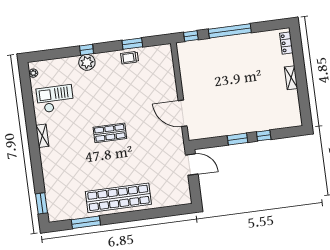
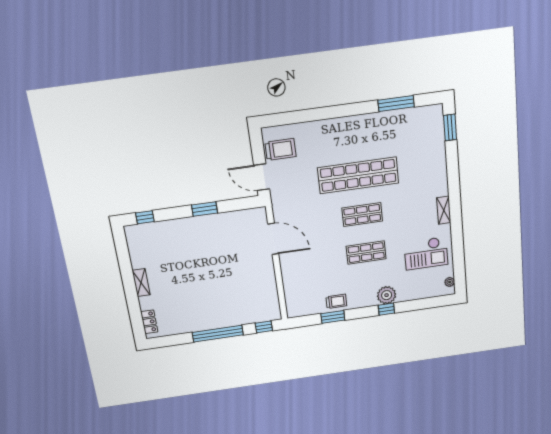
shop shelf: (106, 100) -> (366, 253), added
window: (264, 136) -> (145, 217), moved
trolley: (177, 187) -> (280, 149), added
shop shelf: (118, 198) -> (358, 175), moved

